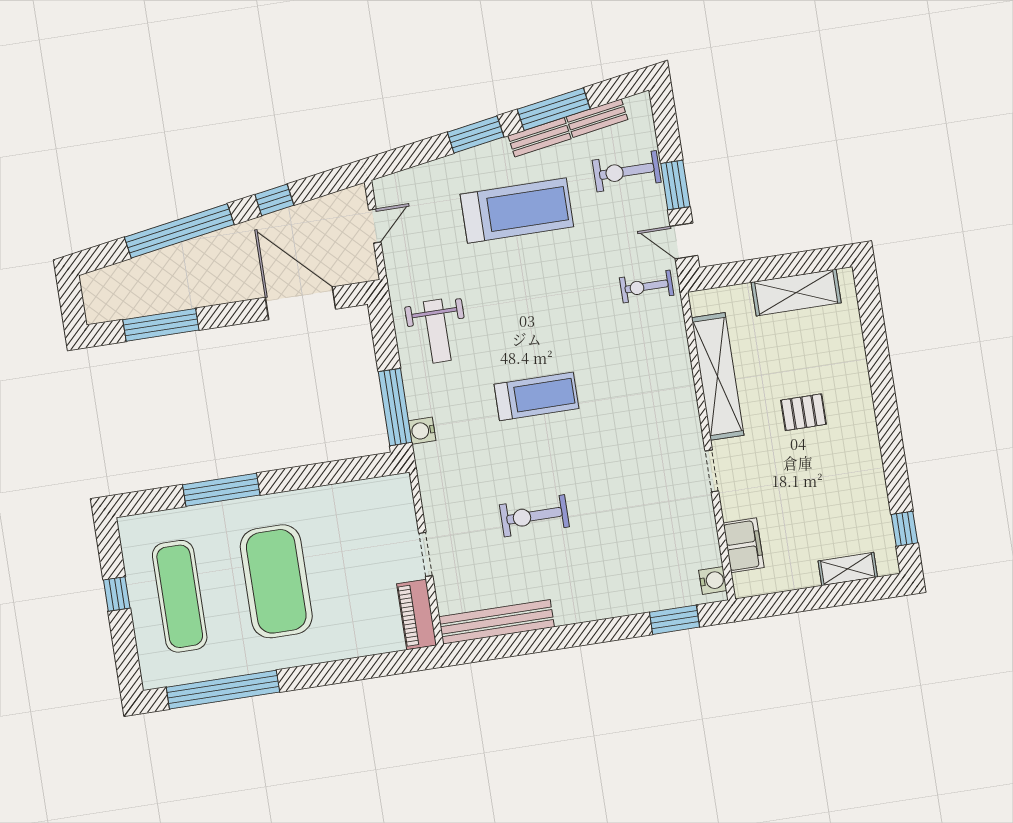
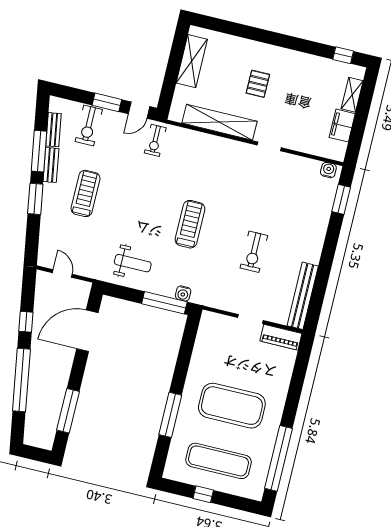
treadmill: (517, 211) -> (86, 193), width x0.73, depth x0.73
filing cabinet: (744, 545) -> (342, 126), moved, turned -90

